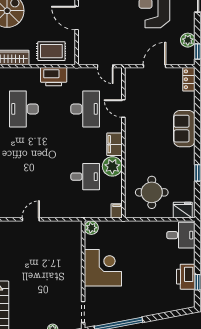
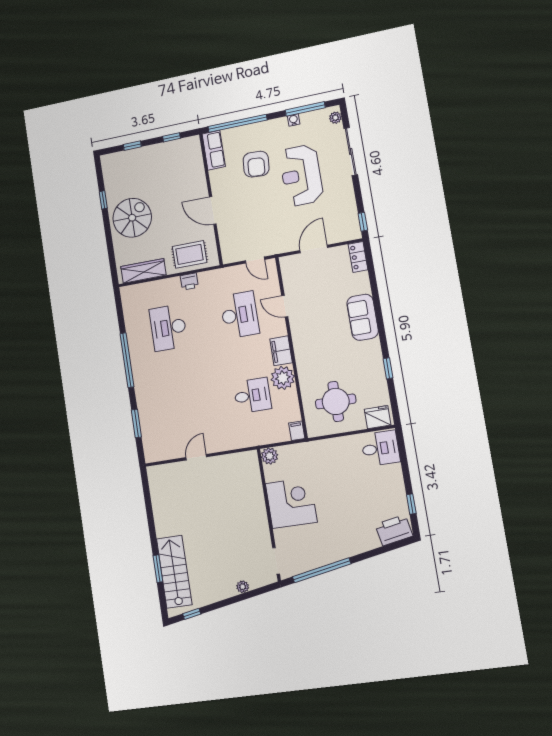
plant: (188, 40) -> (349, 210), removed
printer: (54, 77) -> (189, 281), width x0.53, depth x0.68
printer: (186, 277) -> (394, 530), moved, turned 79

